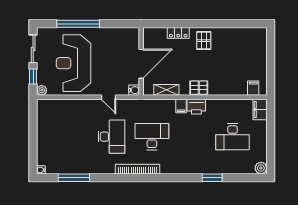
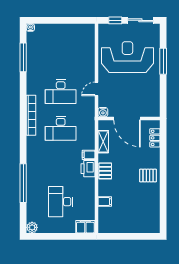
window: (78, 24) -> (163, 61), width x0.68
locker: (178, 33) -> (155, 138), moved
filing cabinet: (253, 88) -> (105, 202), moved
plant: (42, 90) -> (103, 28), removed
desk: (152, 137) -> (61, 128), turned 90
window: (212, 178) -> (23, 183), width x2.11

